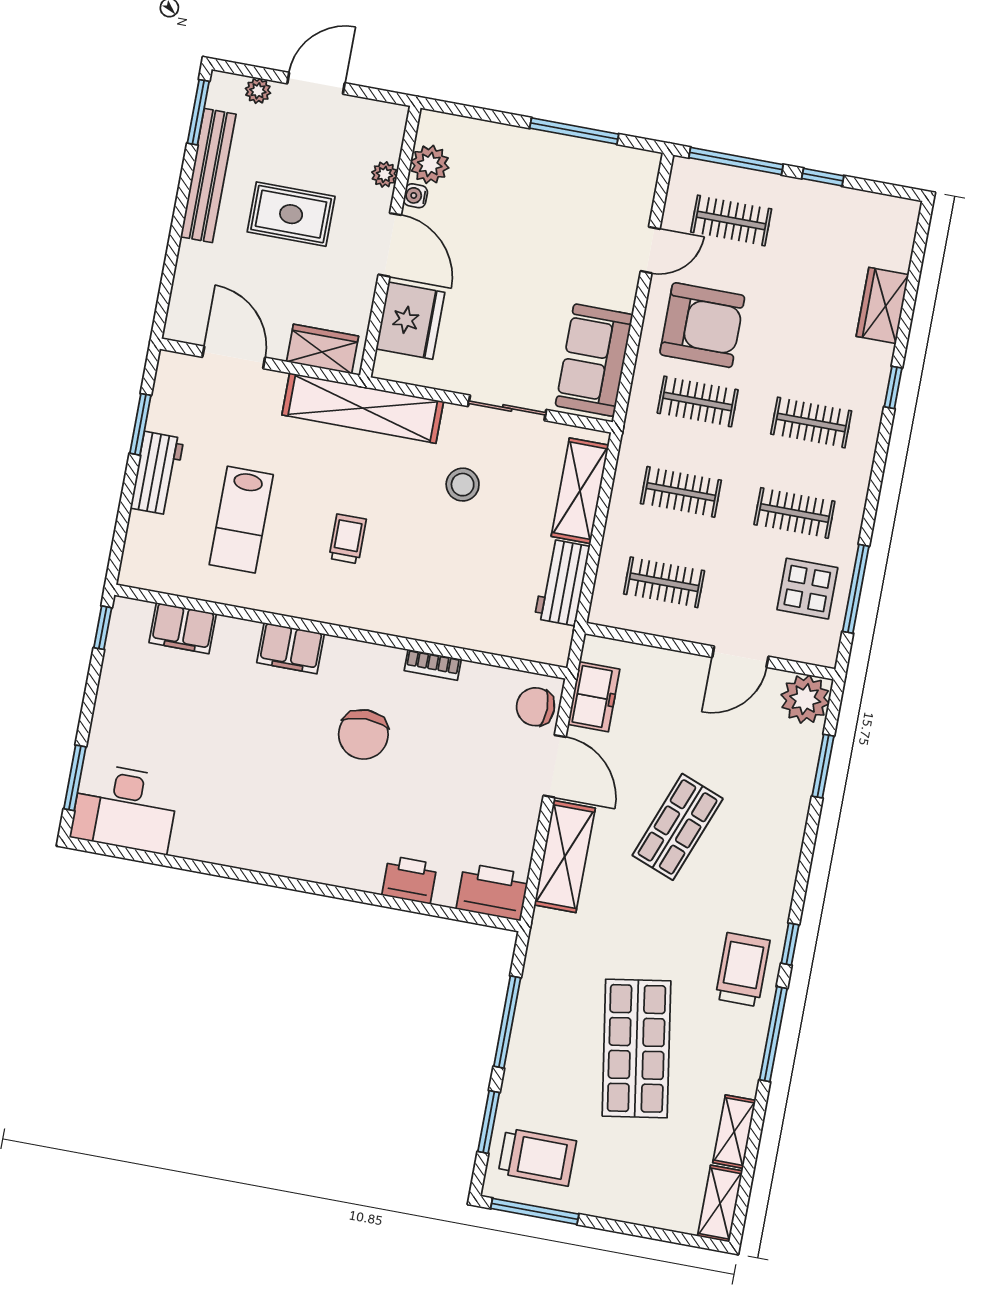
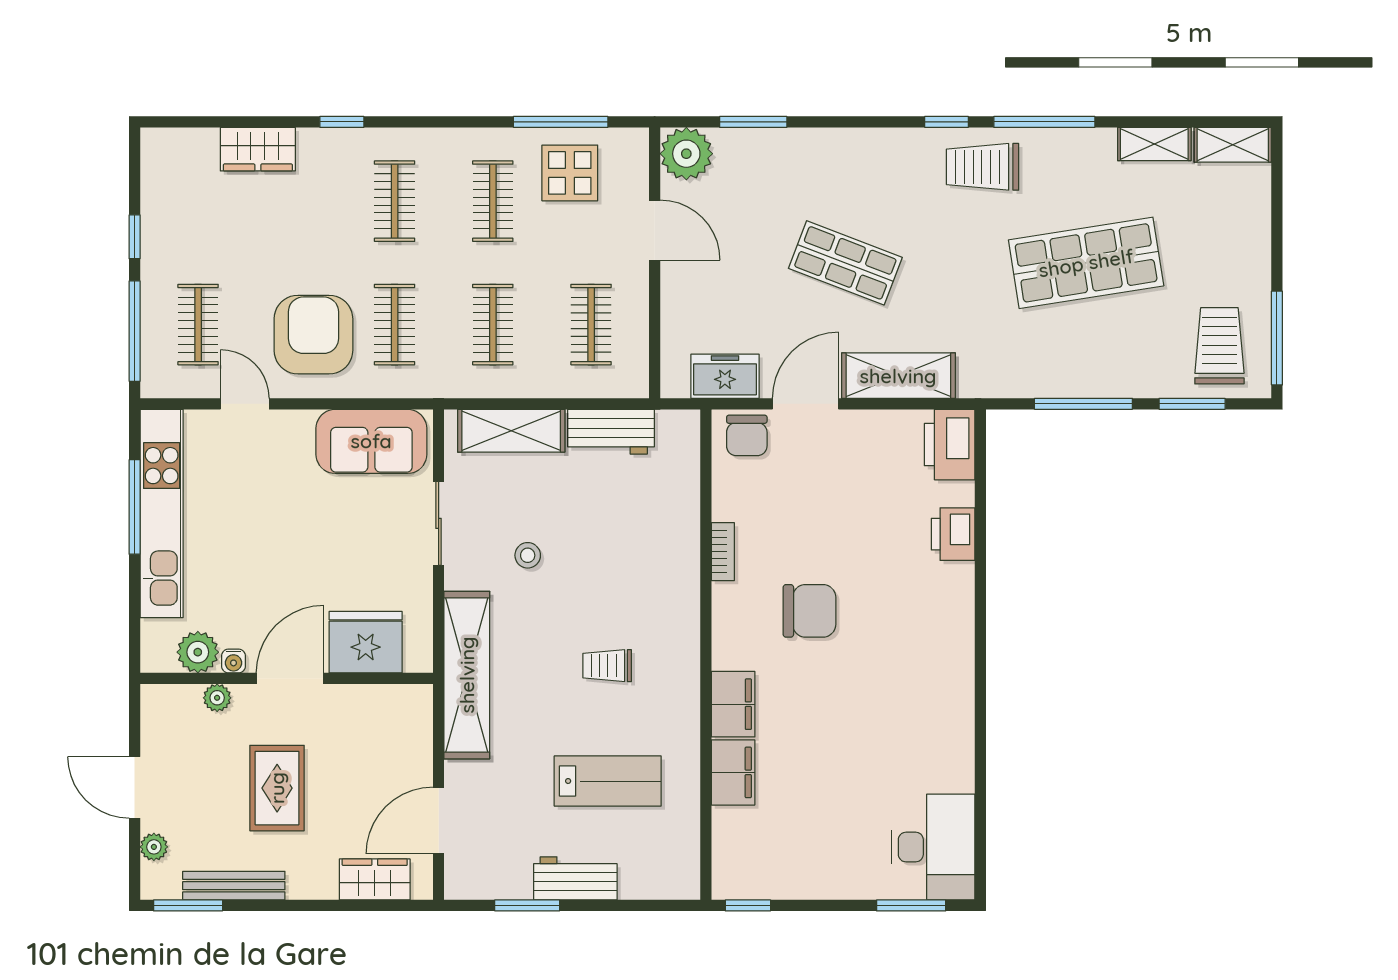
kitchen unit: (564, 155) -> (162, 513), added
bench: (208, 176) -> (234, 886), width x0.73, depth x0.82
wardrobe: (322, 349) -> (375, 879), moved, turned 90
stool: (463, 485) -> (528, 555), width x0.73, depth x0.73
filing cabinet: (183, 628) -> (733, 772), moved

